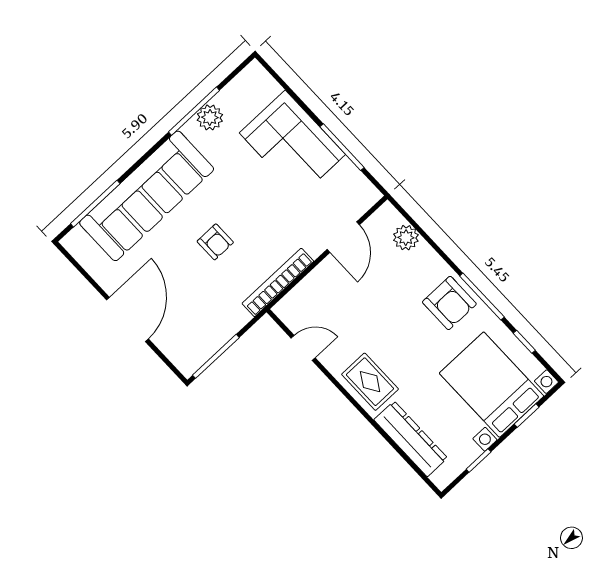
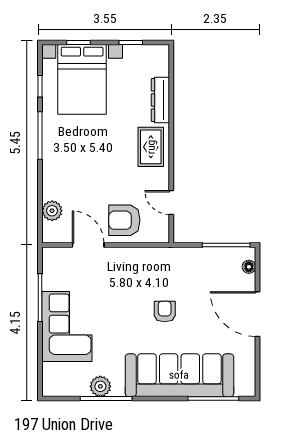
door: (343, 237) -> (88, 245), hinge flipped
bookcase: (278, 282) -> (150, 254), removed
armchair: (449, 303) -> (124, 220), moved, turned -90
door: (127, 319) -> (257, 314), hinge flipped
floor lamp: (176, 356) -> (249, 267), added
dresser: (411, 439) -> (160, 100), width x0.73, depth x0.80

